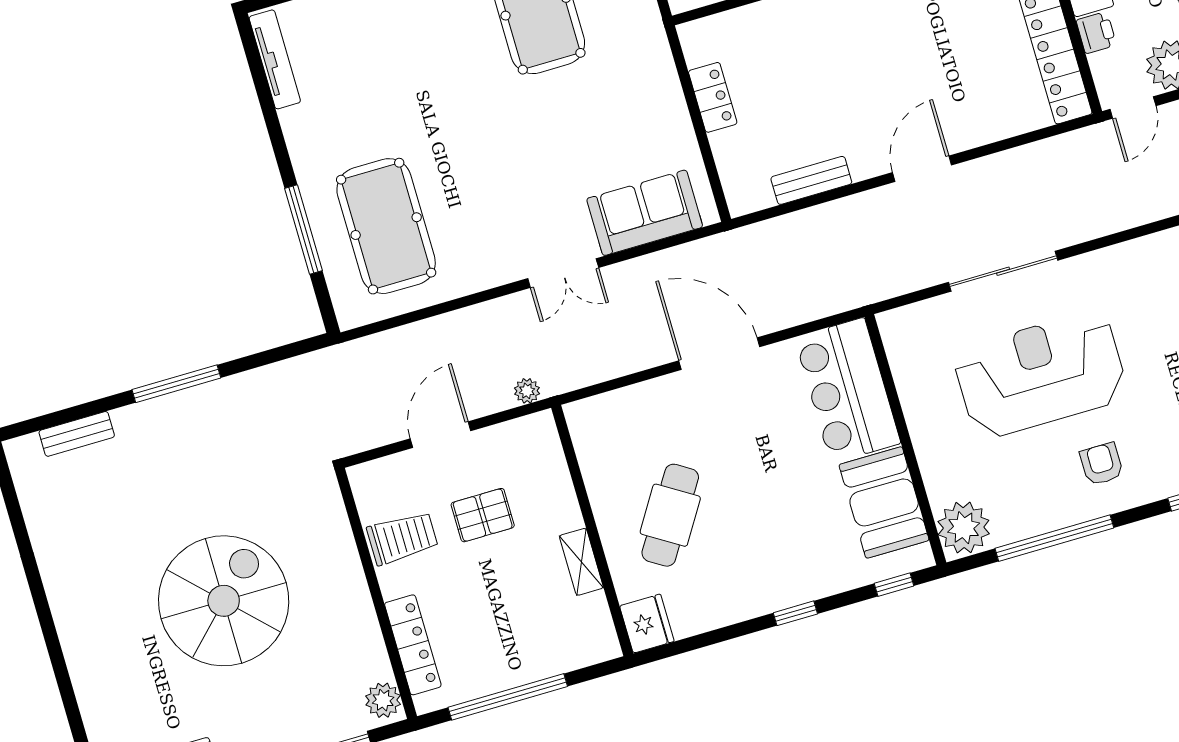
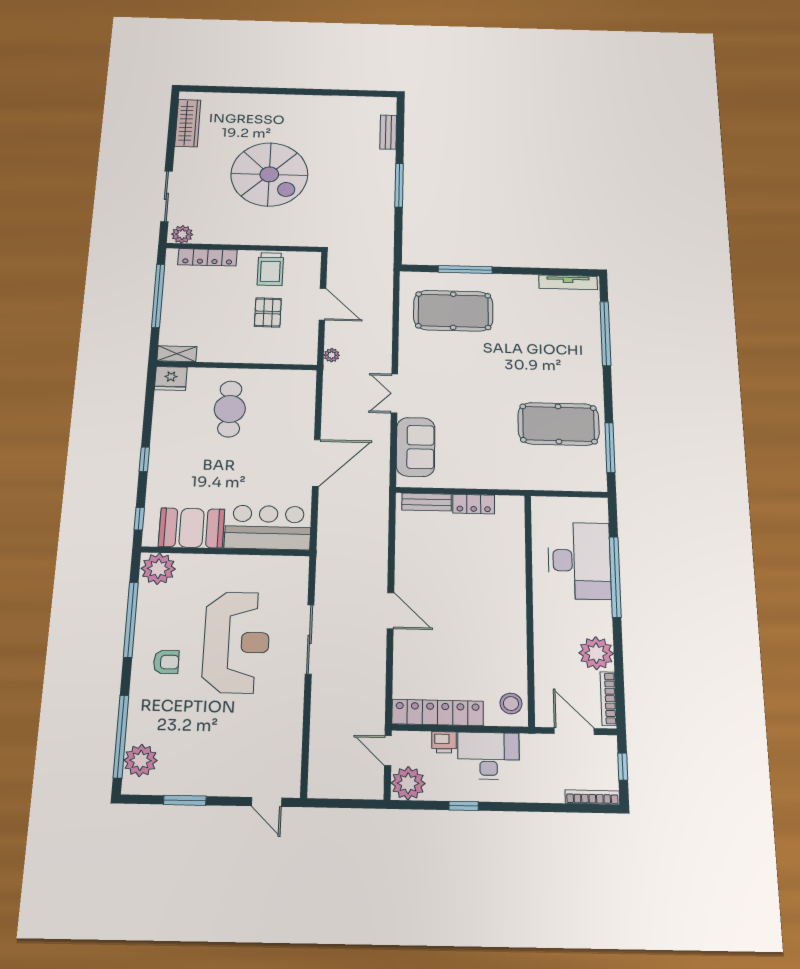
bench: (811, 180) -> (427, 502), moved, turned 90
cafe table: (670, 515) -> (230, 409), turned 58
shelving: (581, 562) -> (177, 354), moved

